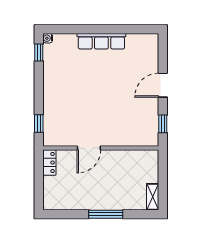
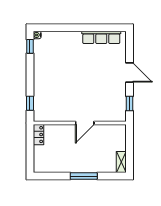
row of seats: (101, 41) -> (101, 37), moved
door: (163, 85) -> (129, 73), swing flipped
door: (89, 148) -> (85, 123), moved

